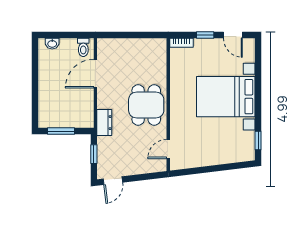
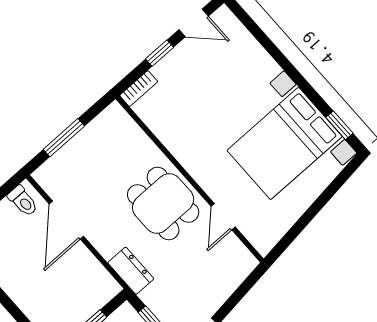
window: (128, 35) -> (64, 138), added
bed with nightstands: (226, 97) -> (285, 143), moved
door: (168, 149) -> (223, 217), moved

